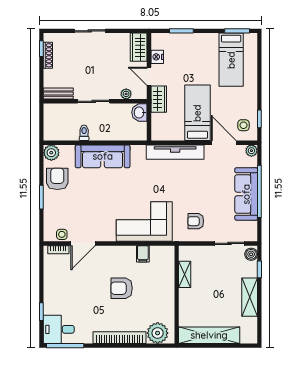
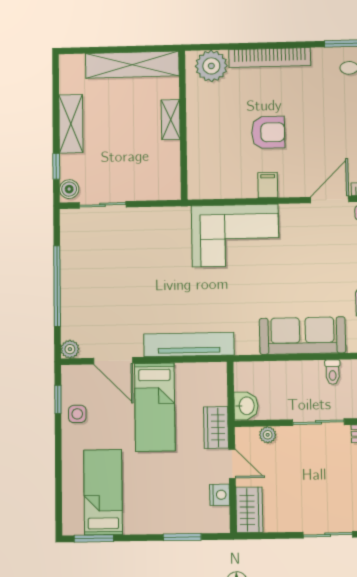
side table: (243, 125) -> (77, 414), moved
sofa: (246, 194) -> (78, 282), removed
armchair: (196, 221) -> (155, 238), removed
filing cabinet: (143, 254) -> (268, 185), moved
shelving: (185, 274) -> (171, 120), moved

